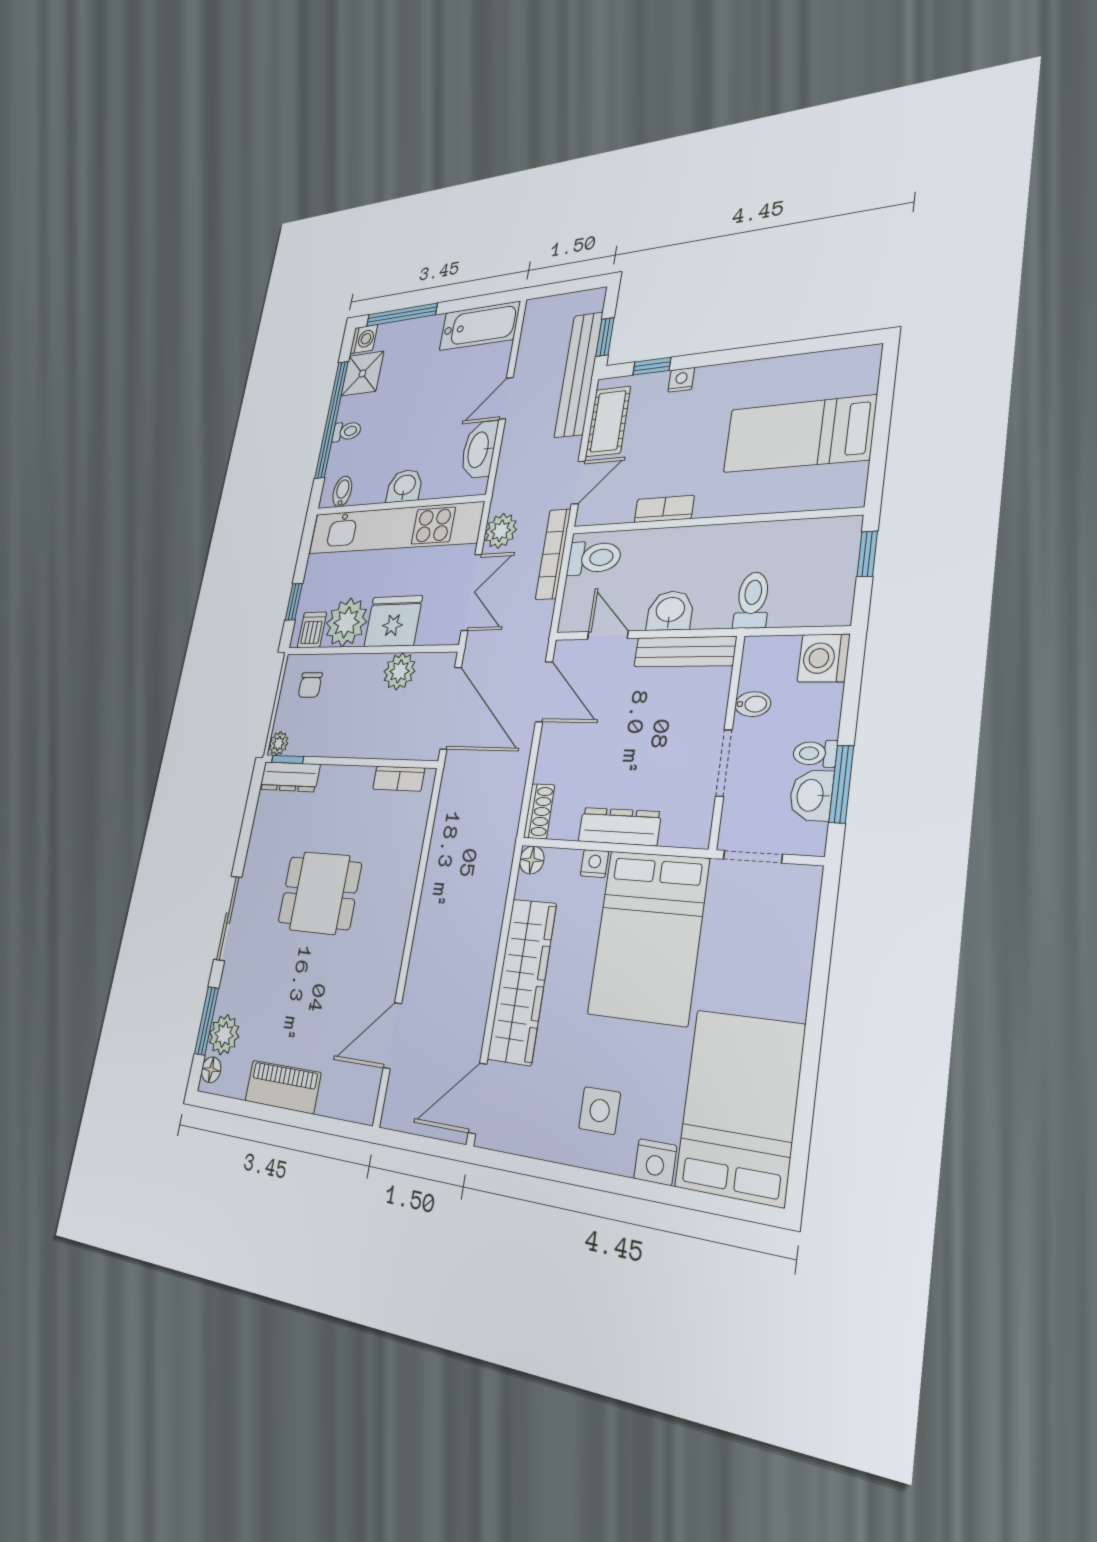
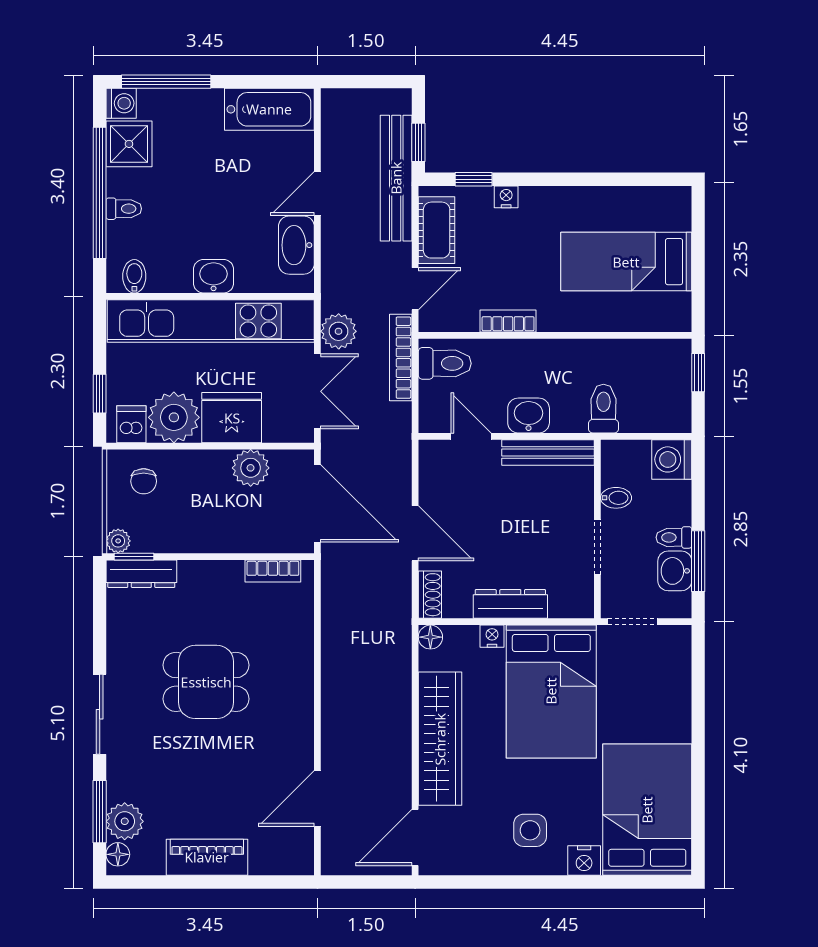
door: (544, 692) -> (415, 533), moved

